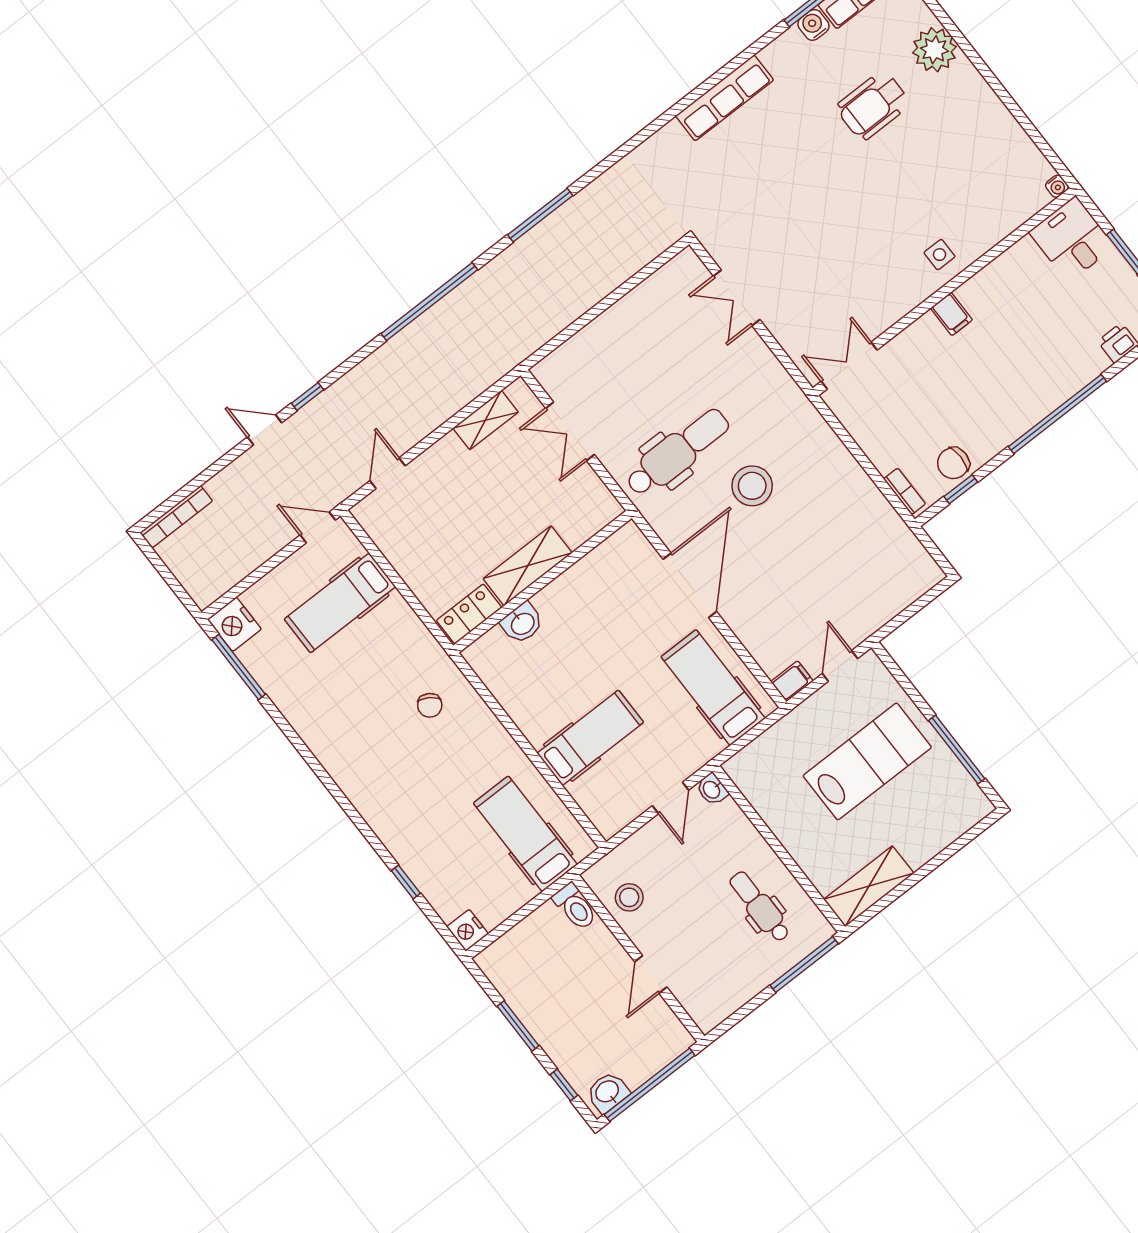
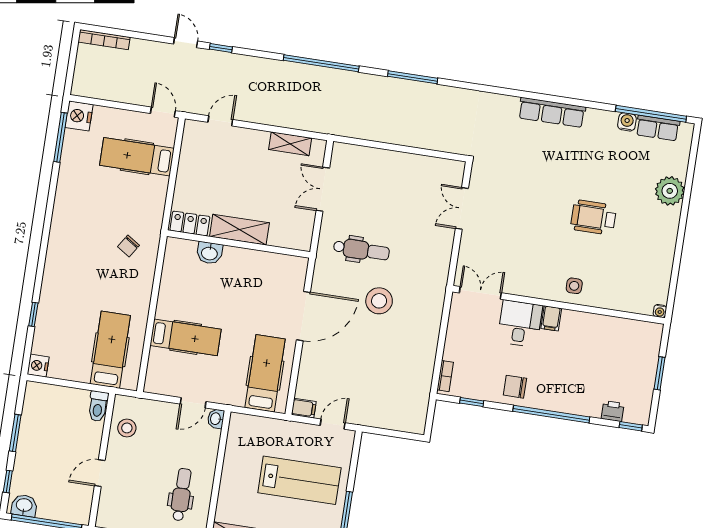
wheelchair: (873, 106) -> (593, 217), moved
desk: (1072, 239) -> (520, 324), moved
dental chair: (678, 452) -> (361, 250), width x0.73, depth x0.72
chair: (953, 463) -> (515, 387), moved

